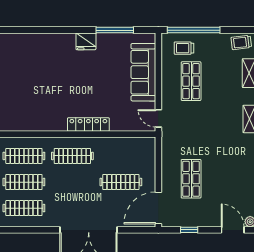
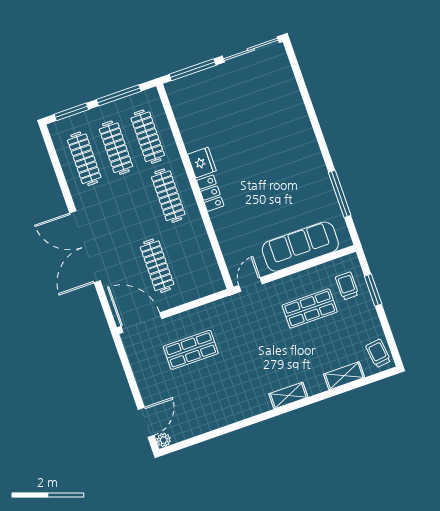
window: (194, 30) -> (373, 290), width x0.47
fridge: (86, 41) -> (202, 163), moved, turned 180
locker: (88, 124) -> (210, 193), width x0.66
window: (189, 230) -> (128, 369), removed

